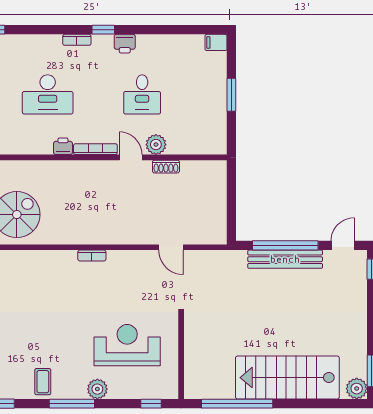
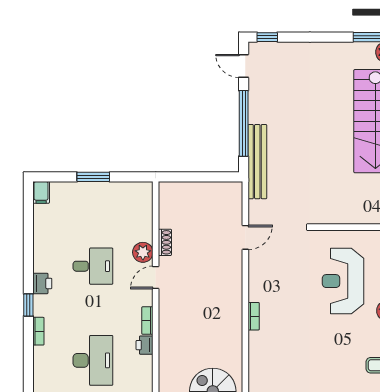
bookcase: (95, 149) -> (147, 321), width x0.64
bench: (285, 259) -> (257, 162), moved

